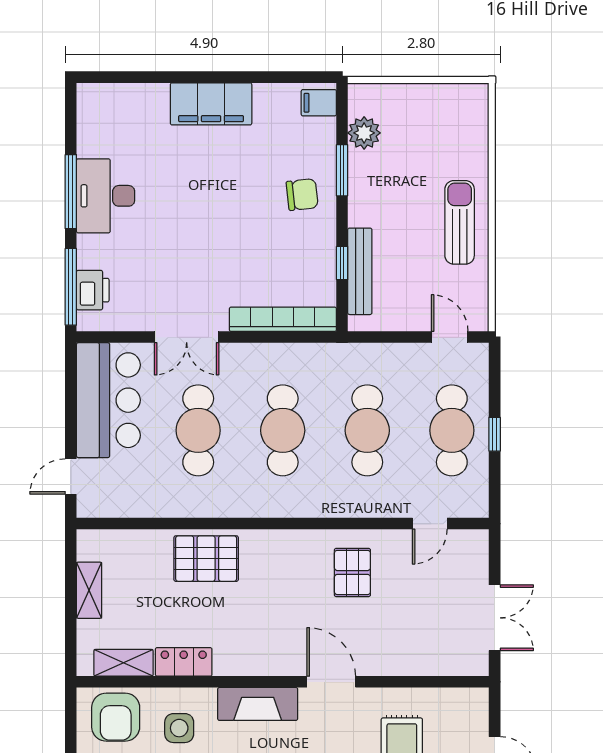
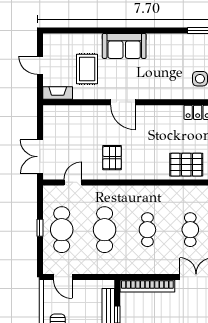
cafe table: (198, 430) -> (190, 230), width x0.73, depth x0.74
cafe table: (283, 430) -> (147, 230), width x0.73, depth x0.74
double door: (495, 618) -> (40, 157), moved
fireplace: (258, 704) -> (58, 93), moved, width x0.73, depth x0.76

